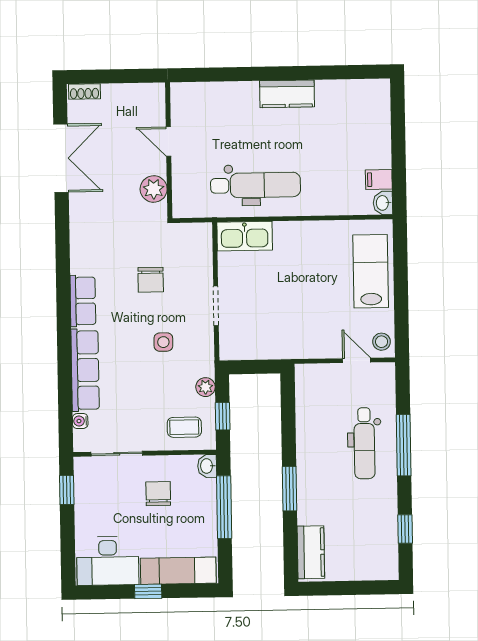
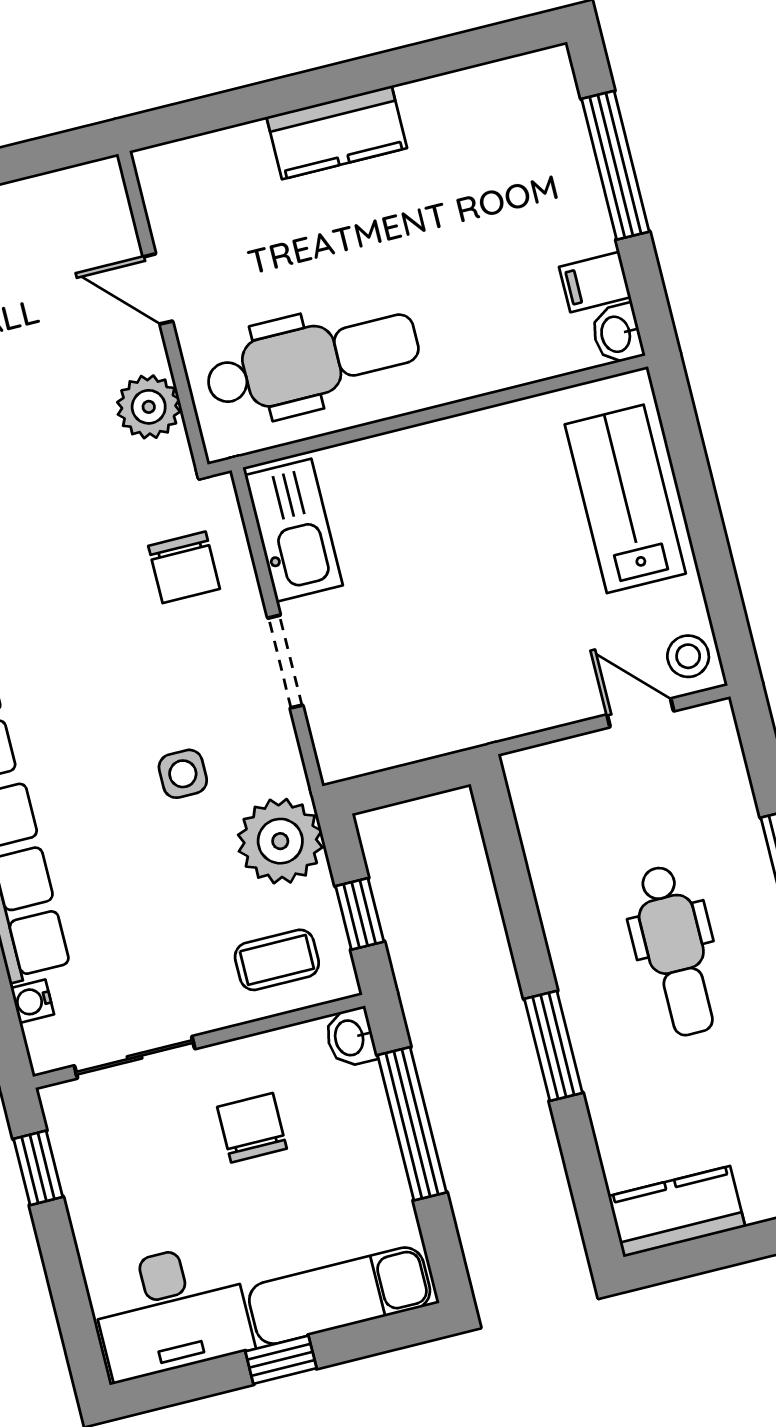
window: (398, 134) -> (615, 165), added
door: (169, 142) -> (158, 289), moved
wall: (169, 150) -> (163, 309), moved
plant: (154, 189) -> (149, 407), moved
kitchen sink: (245, 236) -> (294, 530), moved, turned -90
chair: (151, 280) -> (184, 567), moved
plant: (205, 387) -> (280, 841), width x1.88, depth x1.88
dental chair: (364, 443) -> (675, 951), moved
kitchen counter: (311, 552) -> (677, 1211), moved, turned -90

